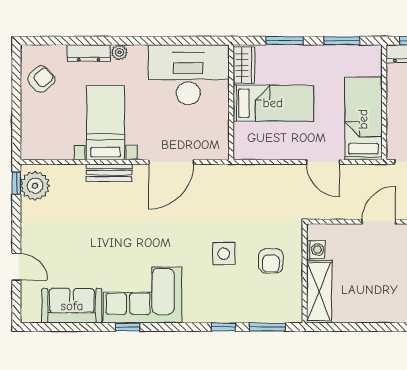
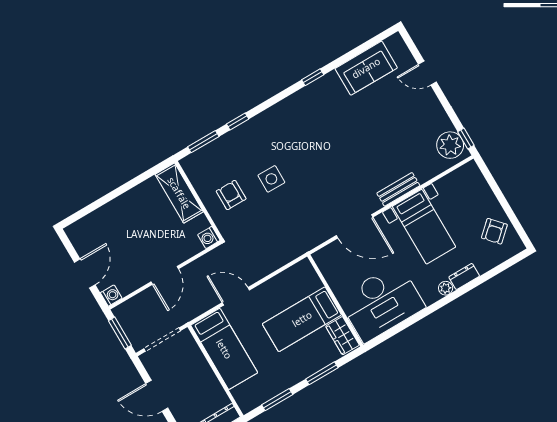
dresser: (89, 53) -> (464, 276), width x0.70
door: (171, 162) -> (355, 226), swing flipped
washing machine: (316, 250) -> (209, 238), moved
corner sofa: (143, 295) -> (316, 109), removed

